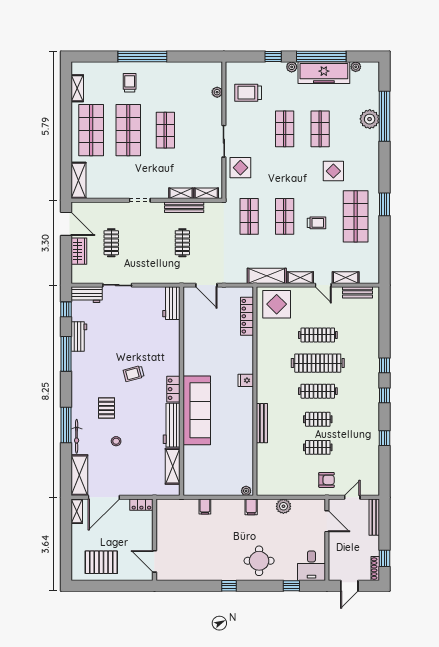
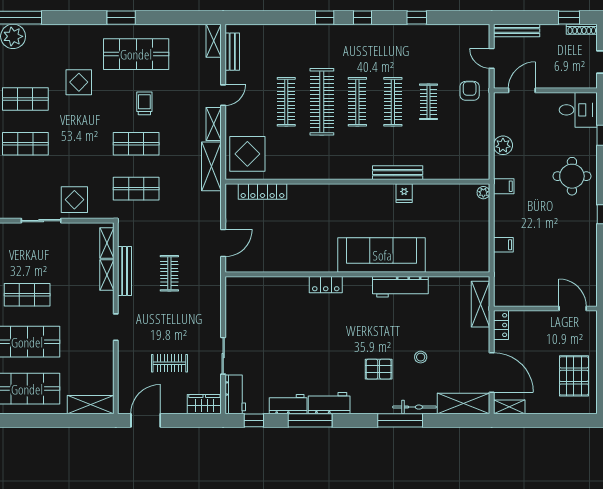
clothes rail: (182, 243) -> (169, 273), turned 90
wardrobe: (79, 251) -> (204, 404), moved
shelving: (346, 278) -> (214, 41), moved
workbench: (171, 303) -> (329, 403), moved, turned 180
trolley: (134, 374) -> (335, 335), removed
fridge: (246, 380) -> (404, 193), moved
locker: (173, 389) -> (326, 285), moved
clothes rail: (318, 419) -> (393, 102), width x1.36
shelving: (173, 466) -> (480, 304), moved, turned 90
door: (154, 561) -> (573, 308), swing flipped

